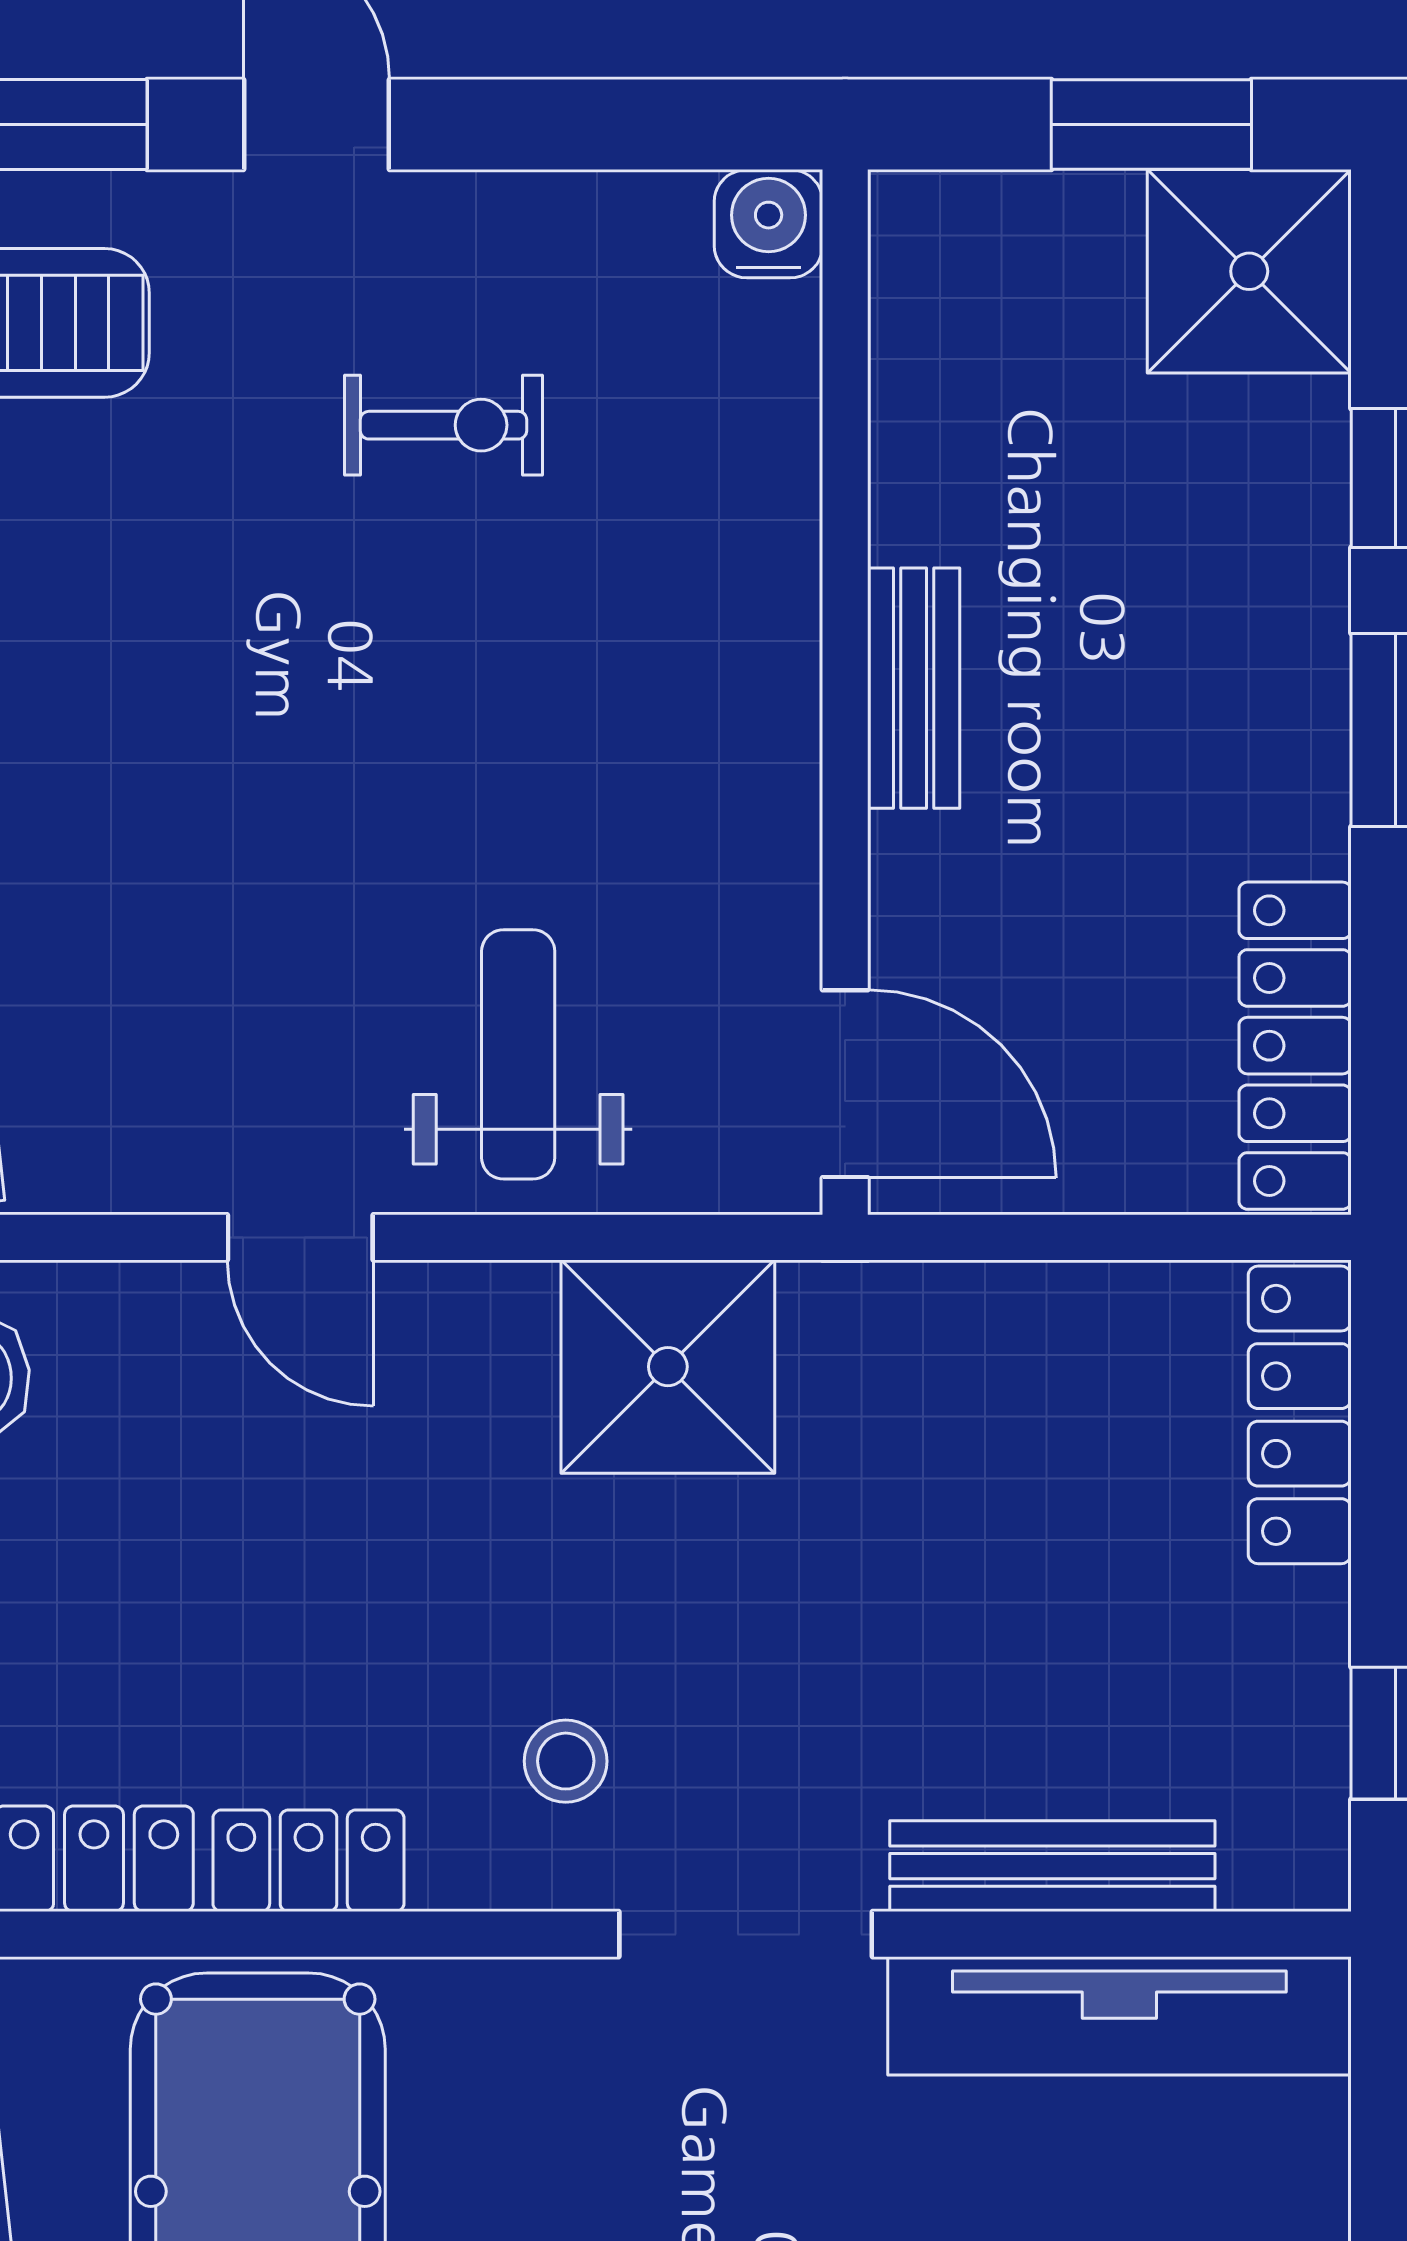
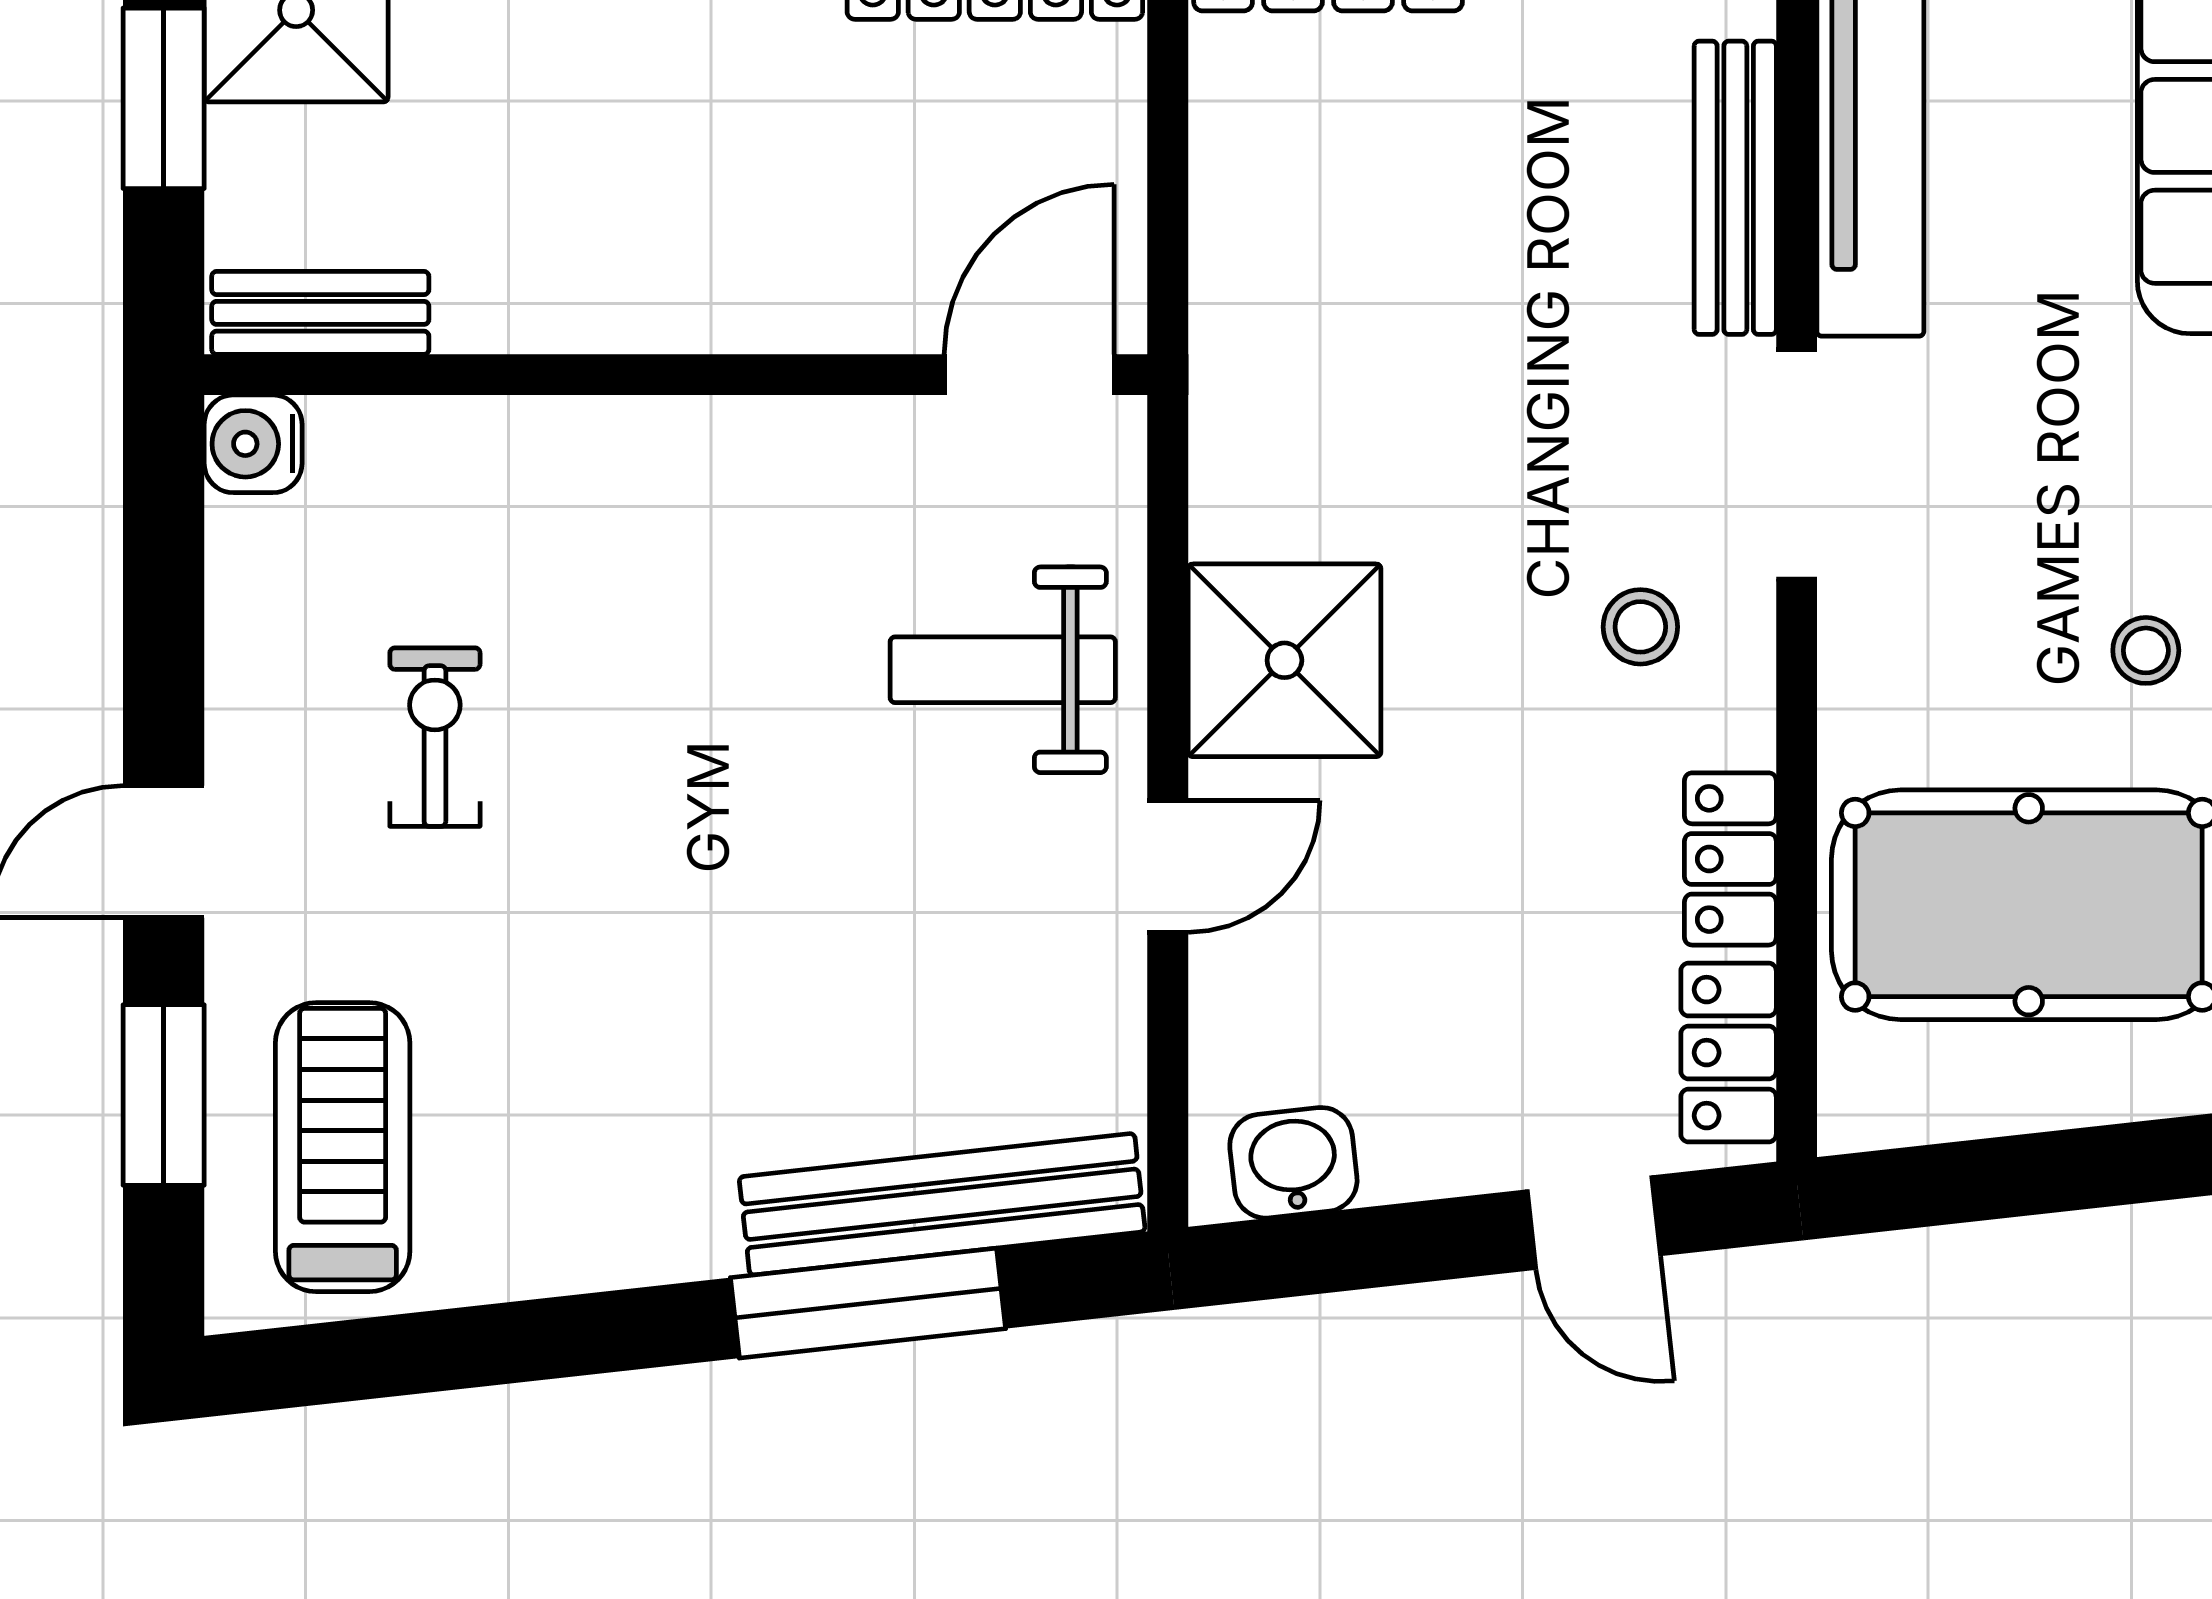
bench: (914, 688) -> (320, 313), moved
shower: (668, 1367) -> (1284, 660), moved

